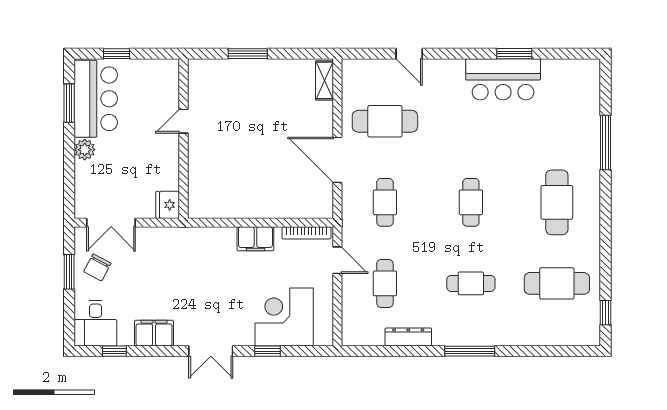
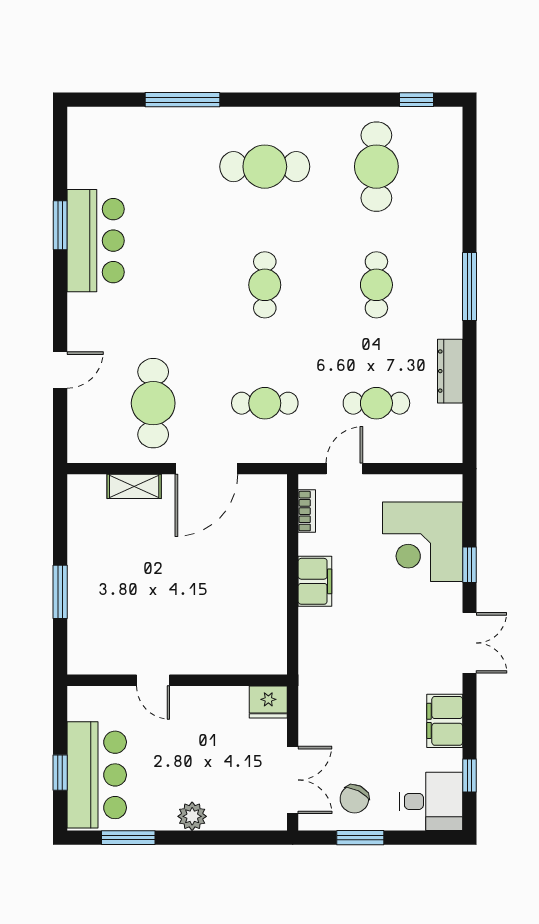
shelving: (324, 80) -> (134, 486), moved
bar counter: (96, 99) -> (97, 775), moved, turned 90
cafe table: (471, 202) -> (265, 285), turned 90
bookcase: (307, 233) -> (307, 511), width x0.64
chair: (97, 267) -> (354, 799), turned 88

